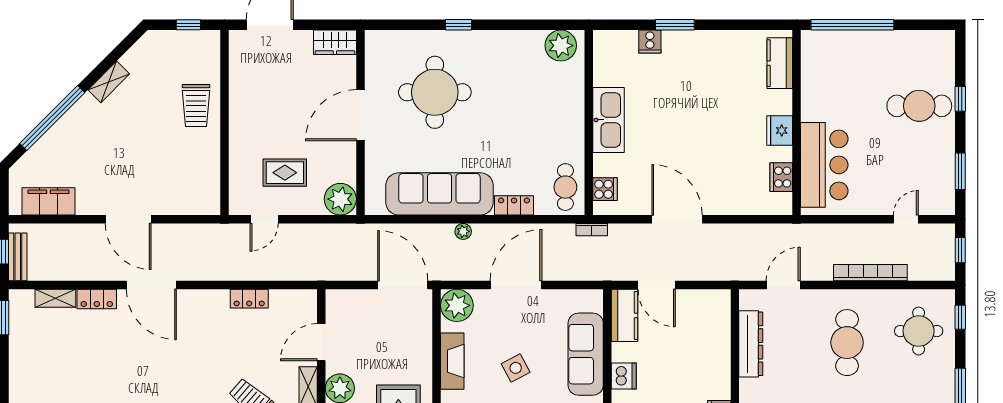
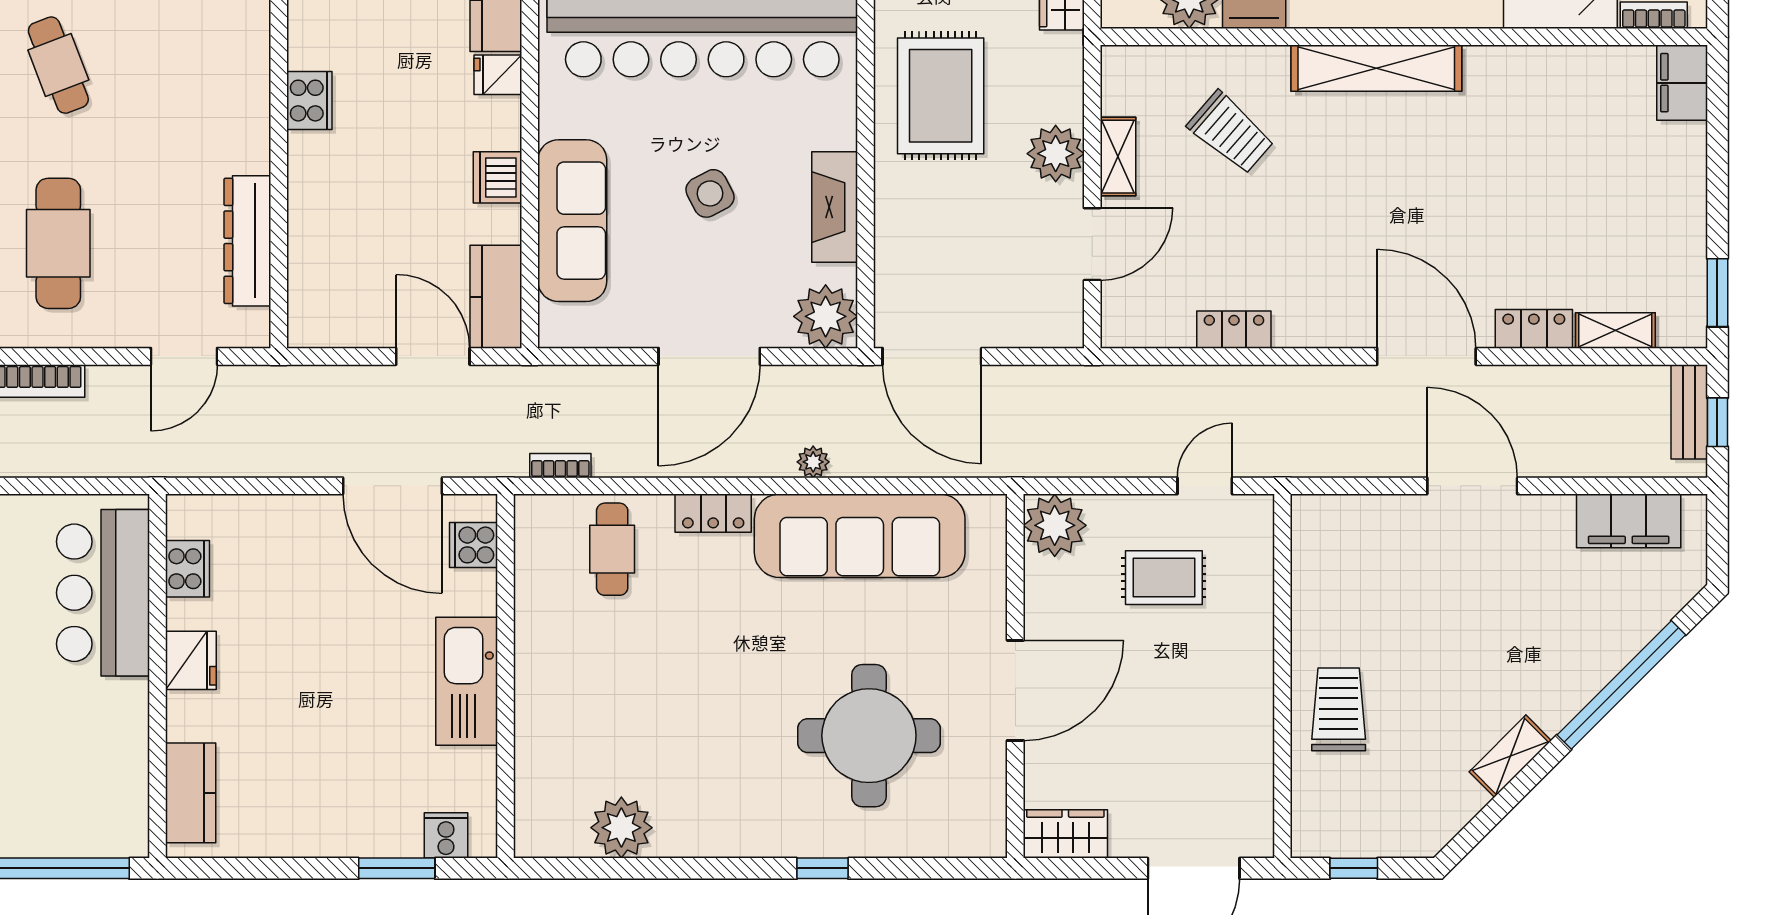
kitchen sink: (609, 120) -> (467, 681), moved
wall: (589, 123) -> (505, 676), moved
cooker: (605, 189) -> (474, 545), moved

